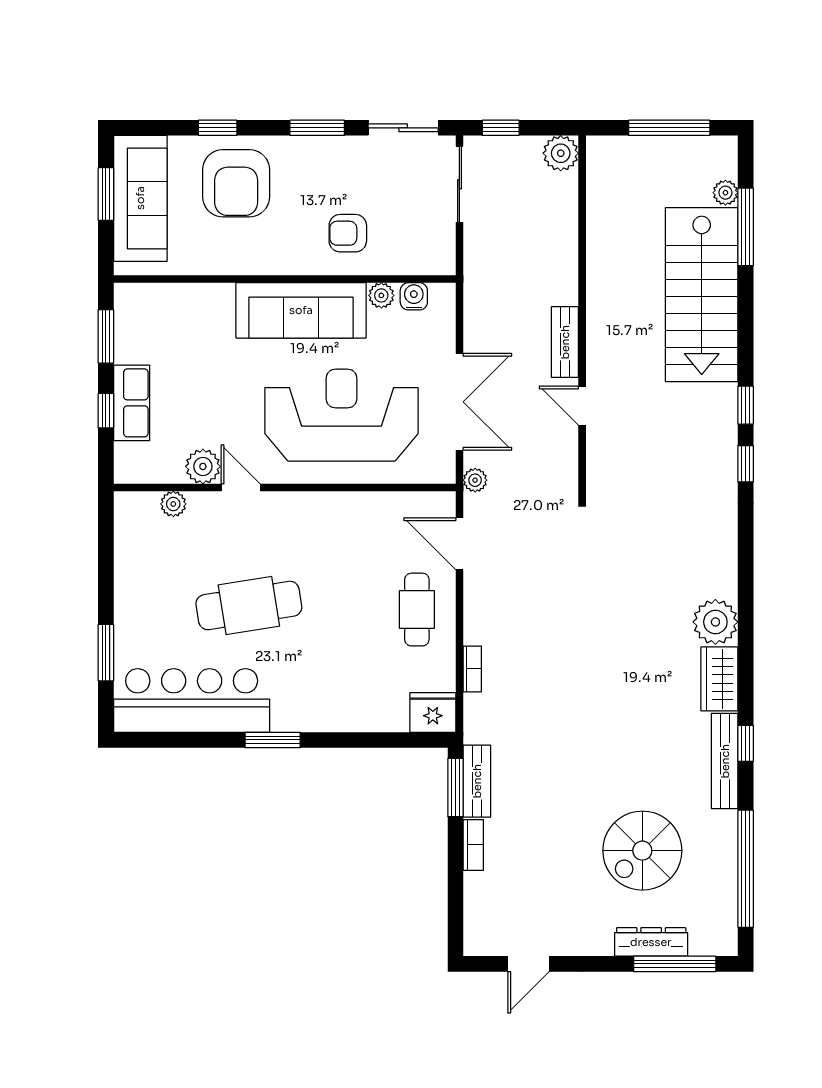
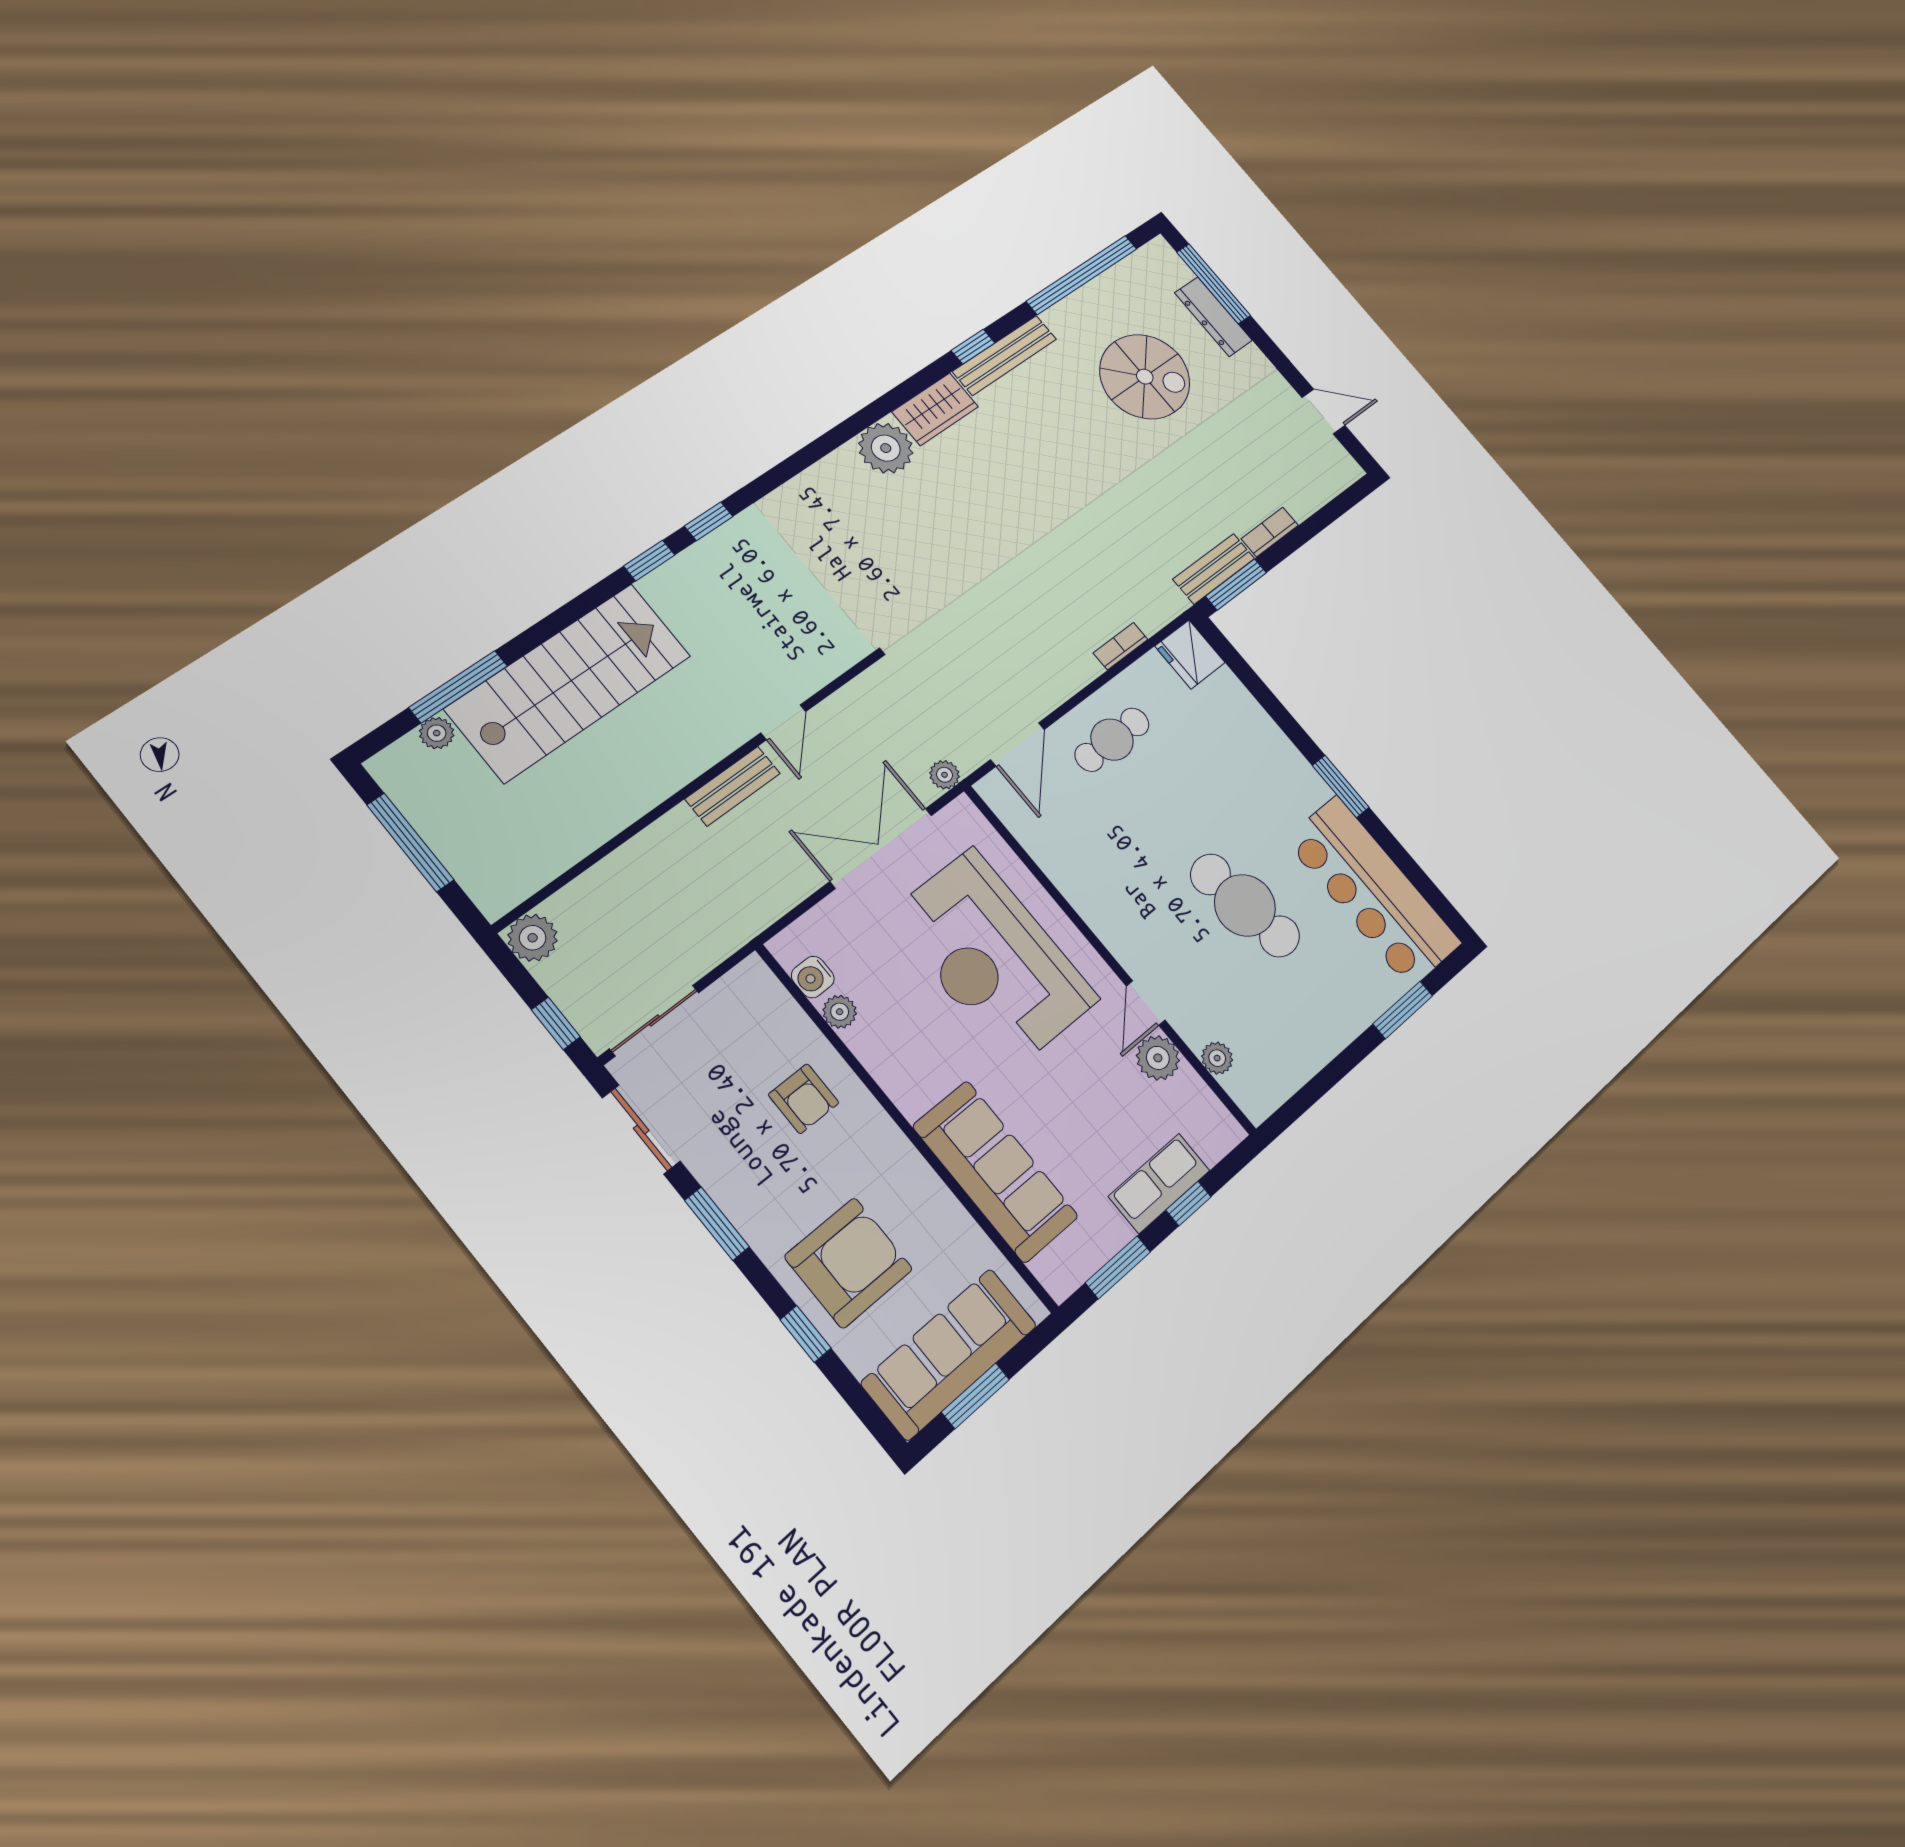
sofa: (301, 310) -> (995, 1171), moved

